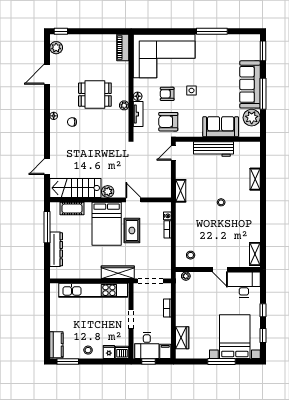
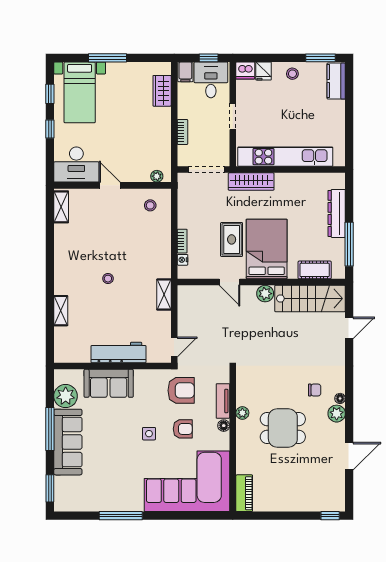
plant: (56, 48) -> (337, 414), moved
bed with nightstands: (235, 337) -> (80, 92), width x0.73

